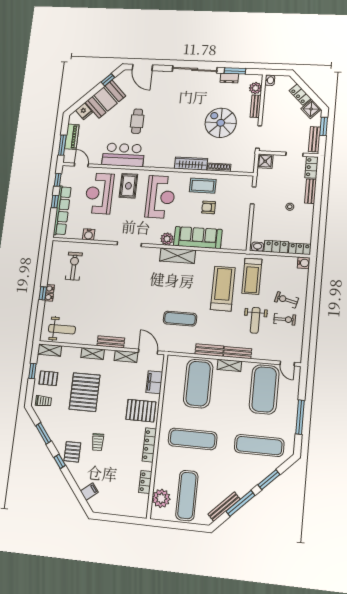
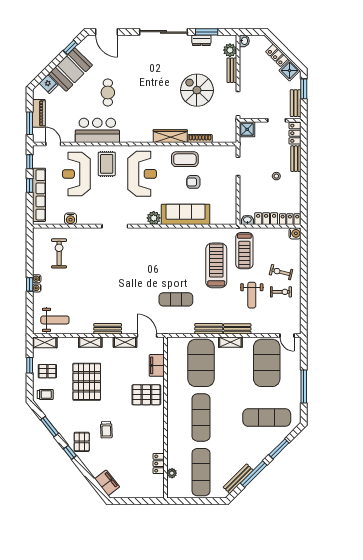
shelving: (178, 256) -> (167, 235), removed
exercise mat: (193, 439) -> (201, 417), turned 90
locker: (149, 445) -> (159, 427), removed
filing cabinet: (89, 492) -> (107, 483), width x2.00
plant: (161, 498) -> (172, 473), width x0.53, depth x0.53

